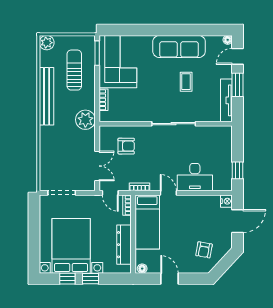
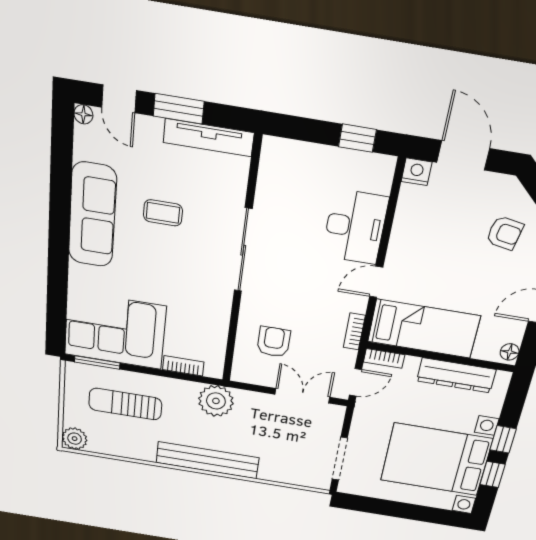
bench: (47, 96) -> (207, 460), moved

